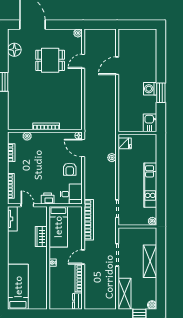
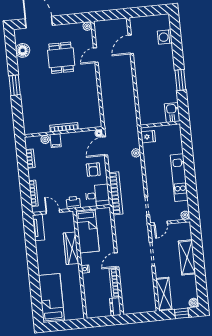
dining table: (50, 60) -> (61, 58), turned 90
door: (117, 66) -> (131, 44), moved
washing machine: (150, 89) -> (165, 37), moved
filing cabinet: (37, 138) -> (56, 141), added
door: (83, 148) -> (105, 146), hinge flipped
bookcase: (89, 220) -> (116, 193), moved
door: (128, 227) -> (161, 223), added
wardrobe: (41, 236) -> (71, 248), width x1.50

